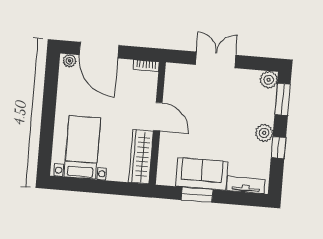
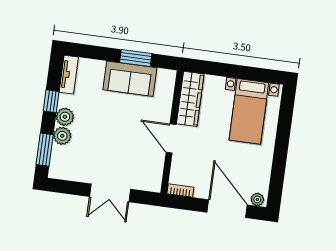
plant: (269, 80) -> (62, 136), moved
tv unit: (246, 185) -> (69, 75), moved, turned -90

